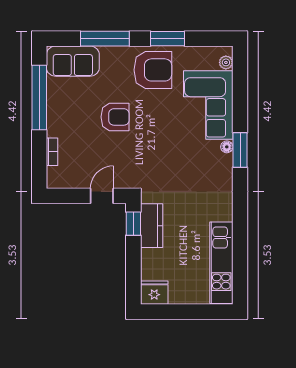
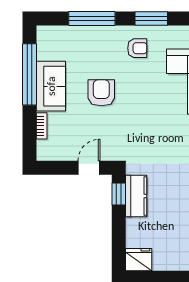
sofa: (73, 61) -> (51, 86), moved, turned -90
armchair: (153, 70) -> (137, 48), width x0.53, depth x0.53
armchair: (115, 117) -> (101, 93), turned -90

